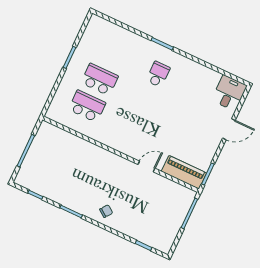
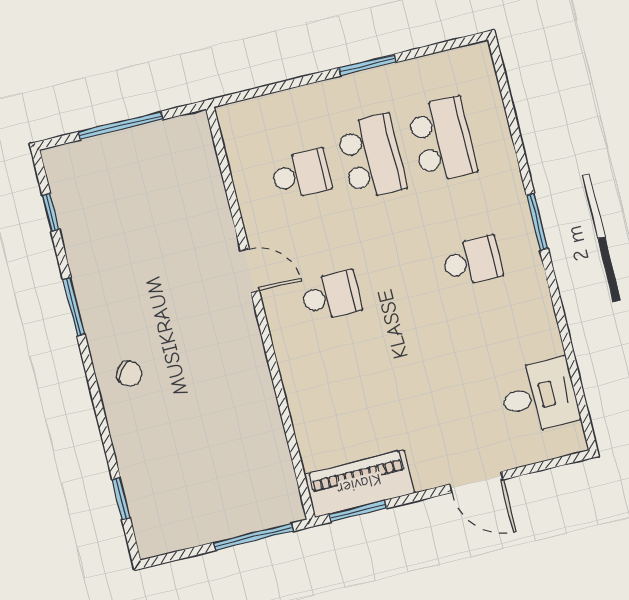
school desk: (112, 53) -> (442, 140), added
desk: (229, 93) -> (539, 396), moved
school desk: (87, 106) -> (301, 174), width x0.54
school desk: (133, 128) -> (331, 296), added
door: (146, 166) -> (250, 271), moved
piano: (184, 172) -> (359, 484), moved, turned -90

